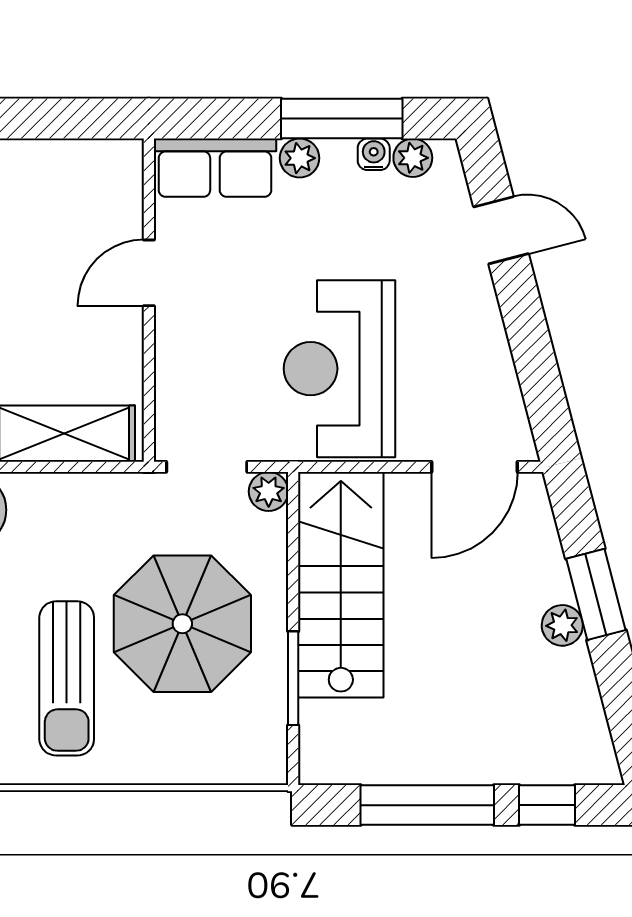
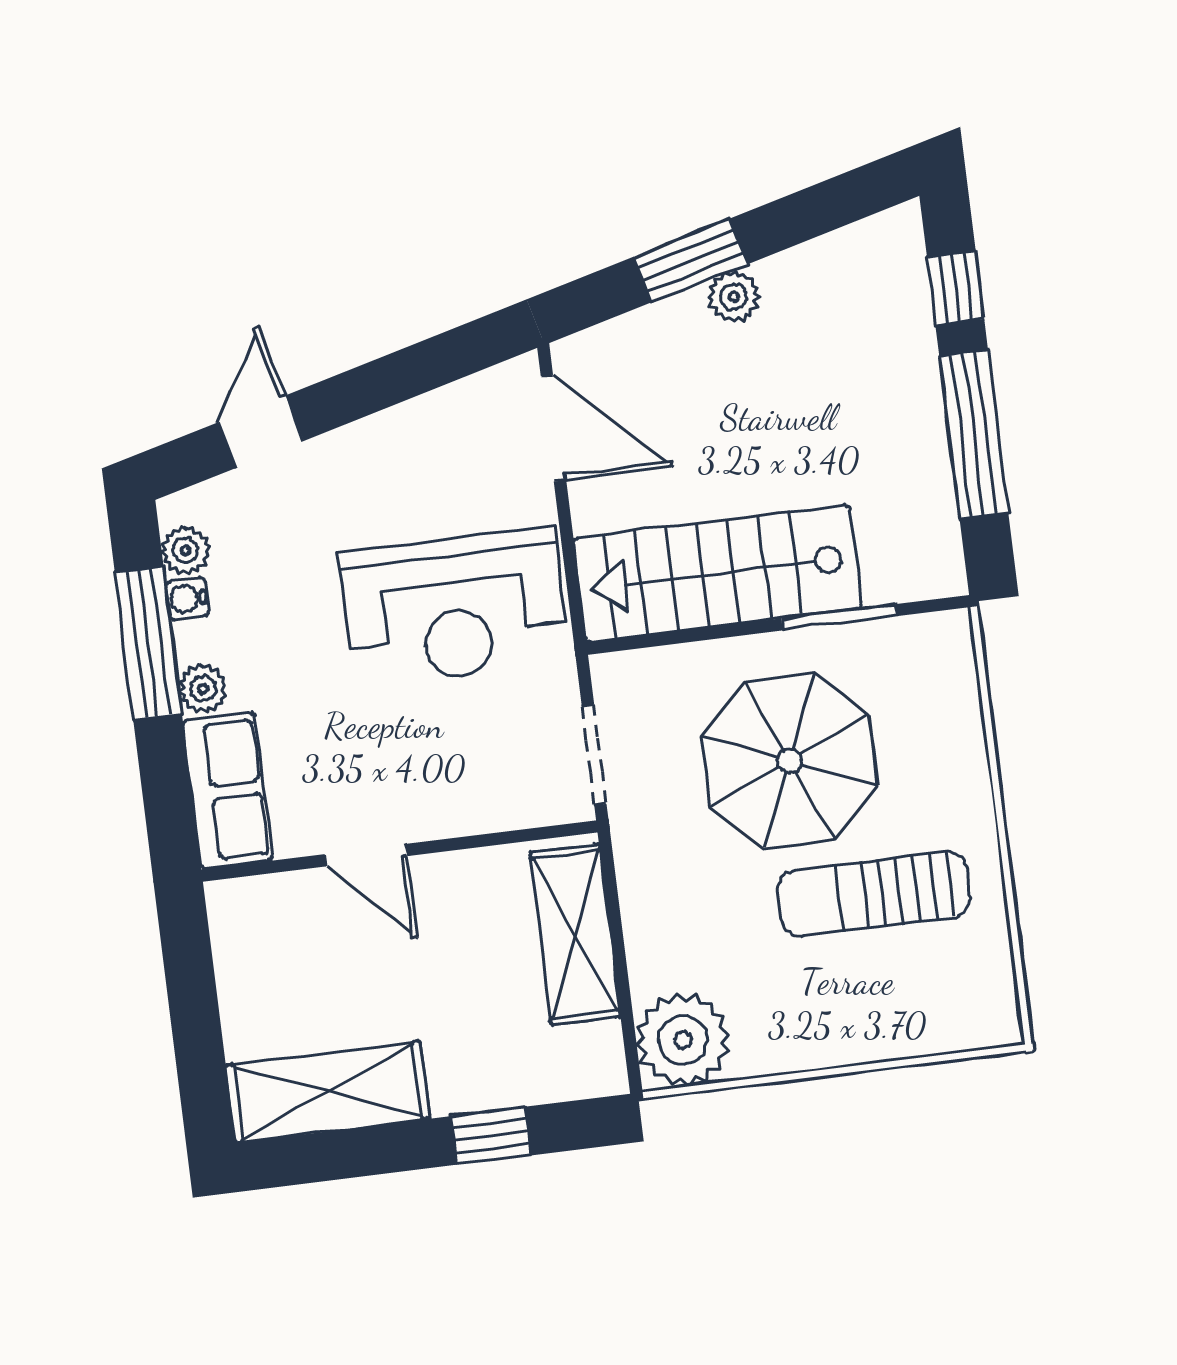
plant: (269, 491) -> (615, 676), removed
sun lounger: (67, 678) -> (874, 894), turned 180

